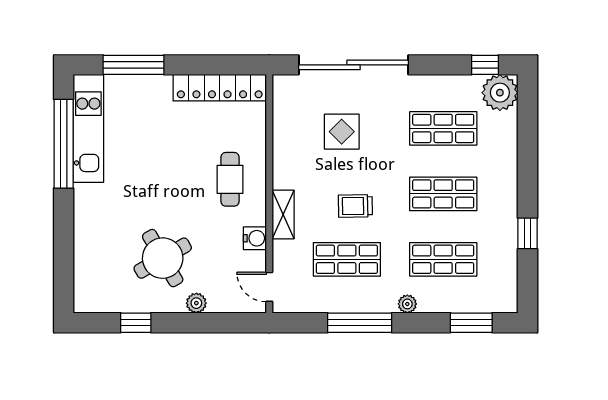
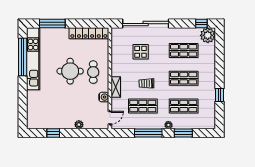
kitchen unit: (88, 128) -> (33, 59), width x1.36
round table: (163, 258) -> (70, 71), moved, turned 30
door: (269, 287) -> (110, 118), swing flipped
window: (471, 323) -> (183, 133), moved

